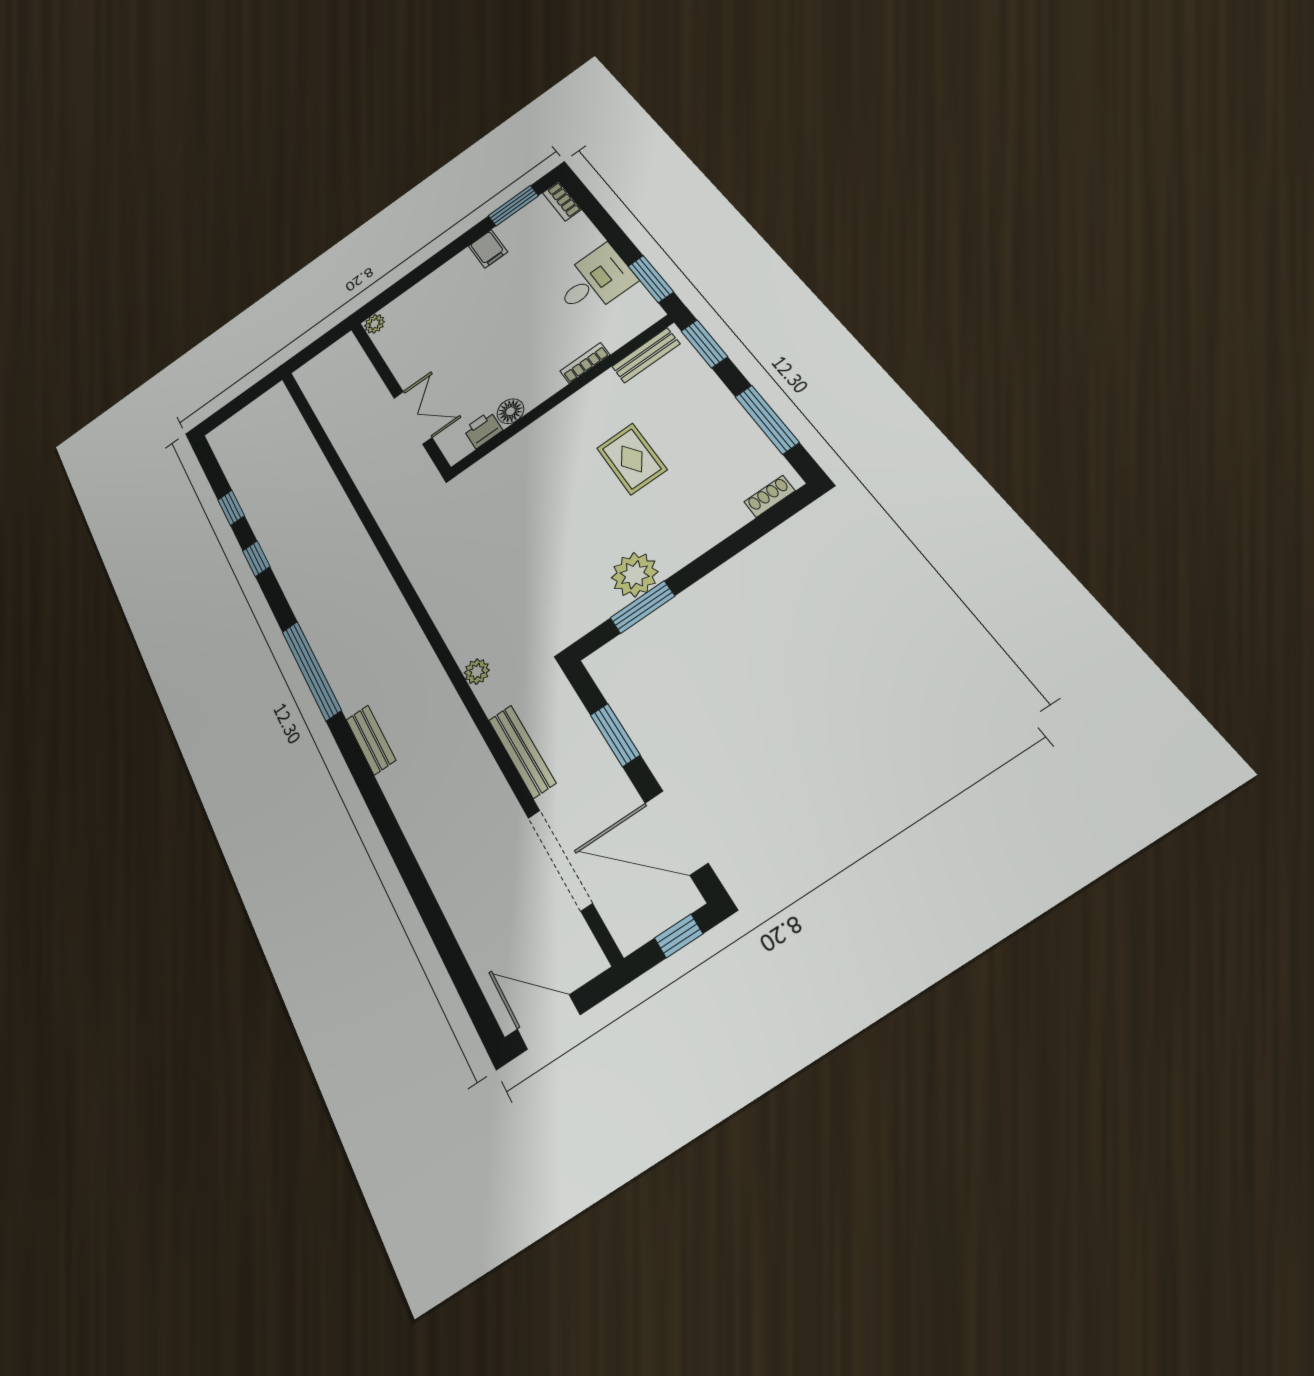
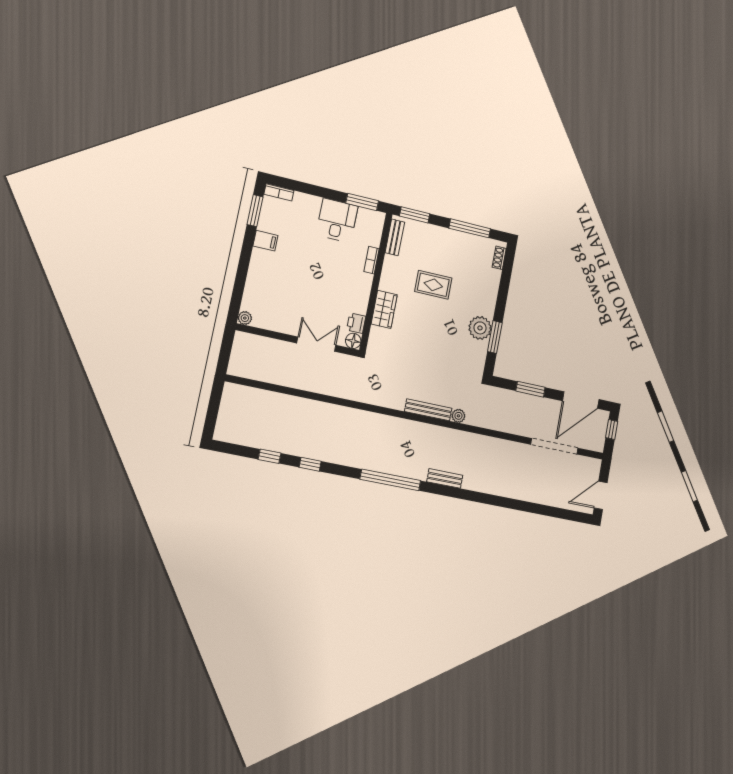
floor lamp: (510, 411) -> (353, 341), moved
wardrobe: (534, 440) -> (384, 309), added
bench: (522, 751) -> (428, 410), moved

